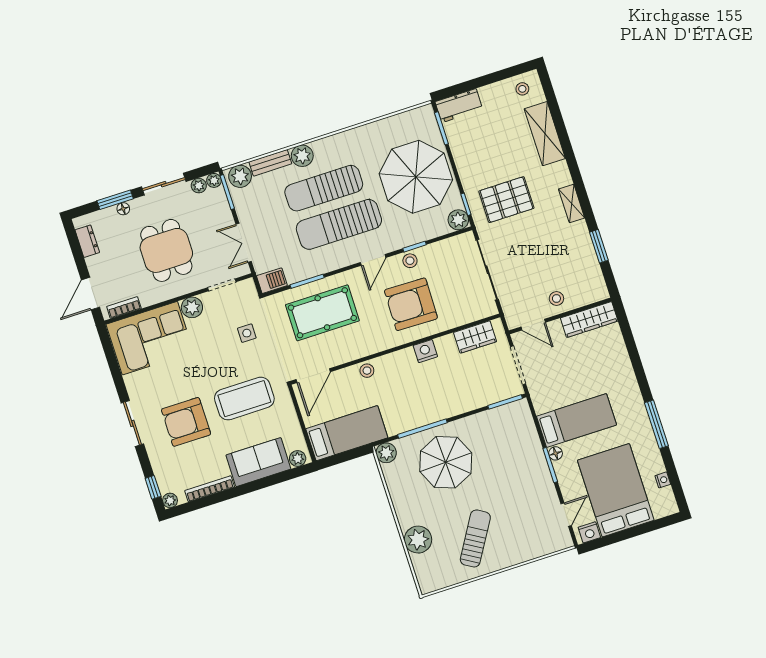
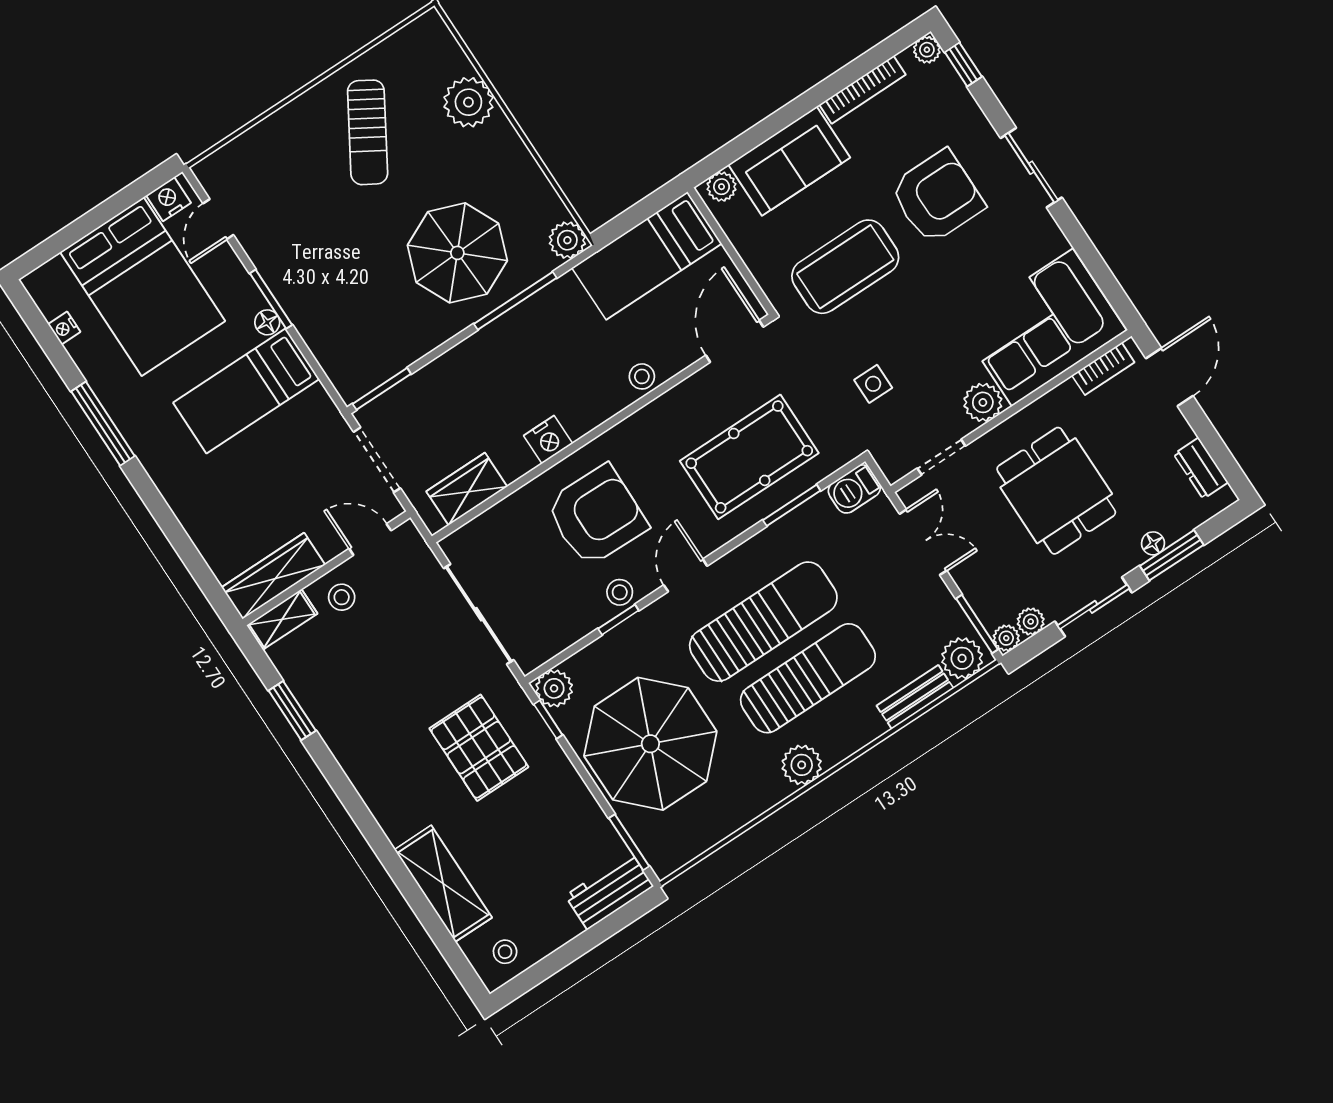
plant: (302, 156) -> (802, 765), moved
pallet: (506, 200) -> (479, 748), turned 90
shelving: (572, 203) -> (282, 619), moved, turned 90

